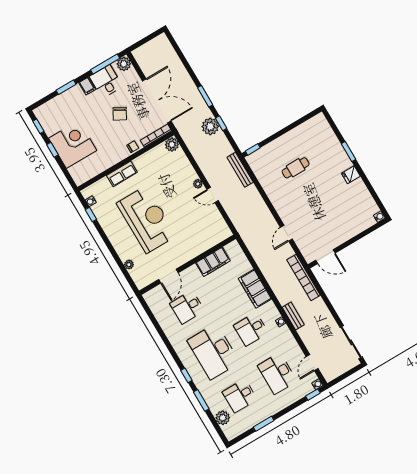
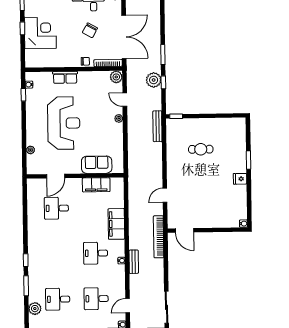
door: (213, 195) -> (125, 100), moved
sofa: (202, 242) -> (97, 165), added
desk: (214, 351) -> (57, 254), removed
desk: (277, 373) -> (96, 299), width x0.73

